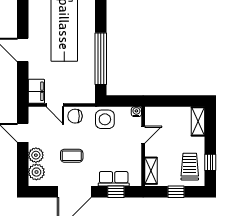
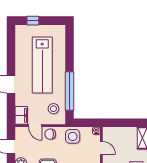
stool: (79, 82) -> (53, 109), added
door: (143, 135) -> (101, 148), hinge flipped

